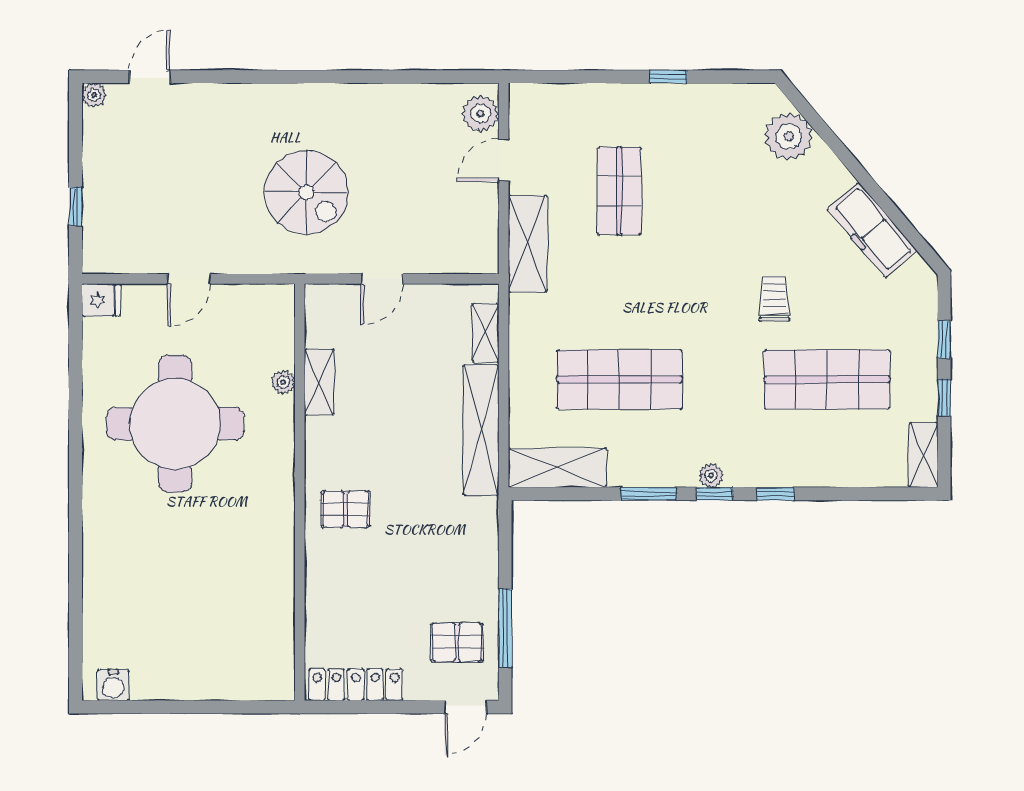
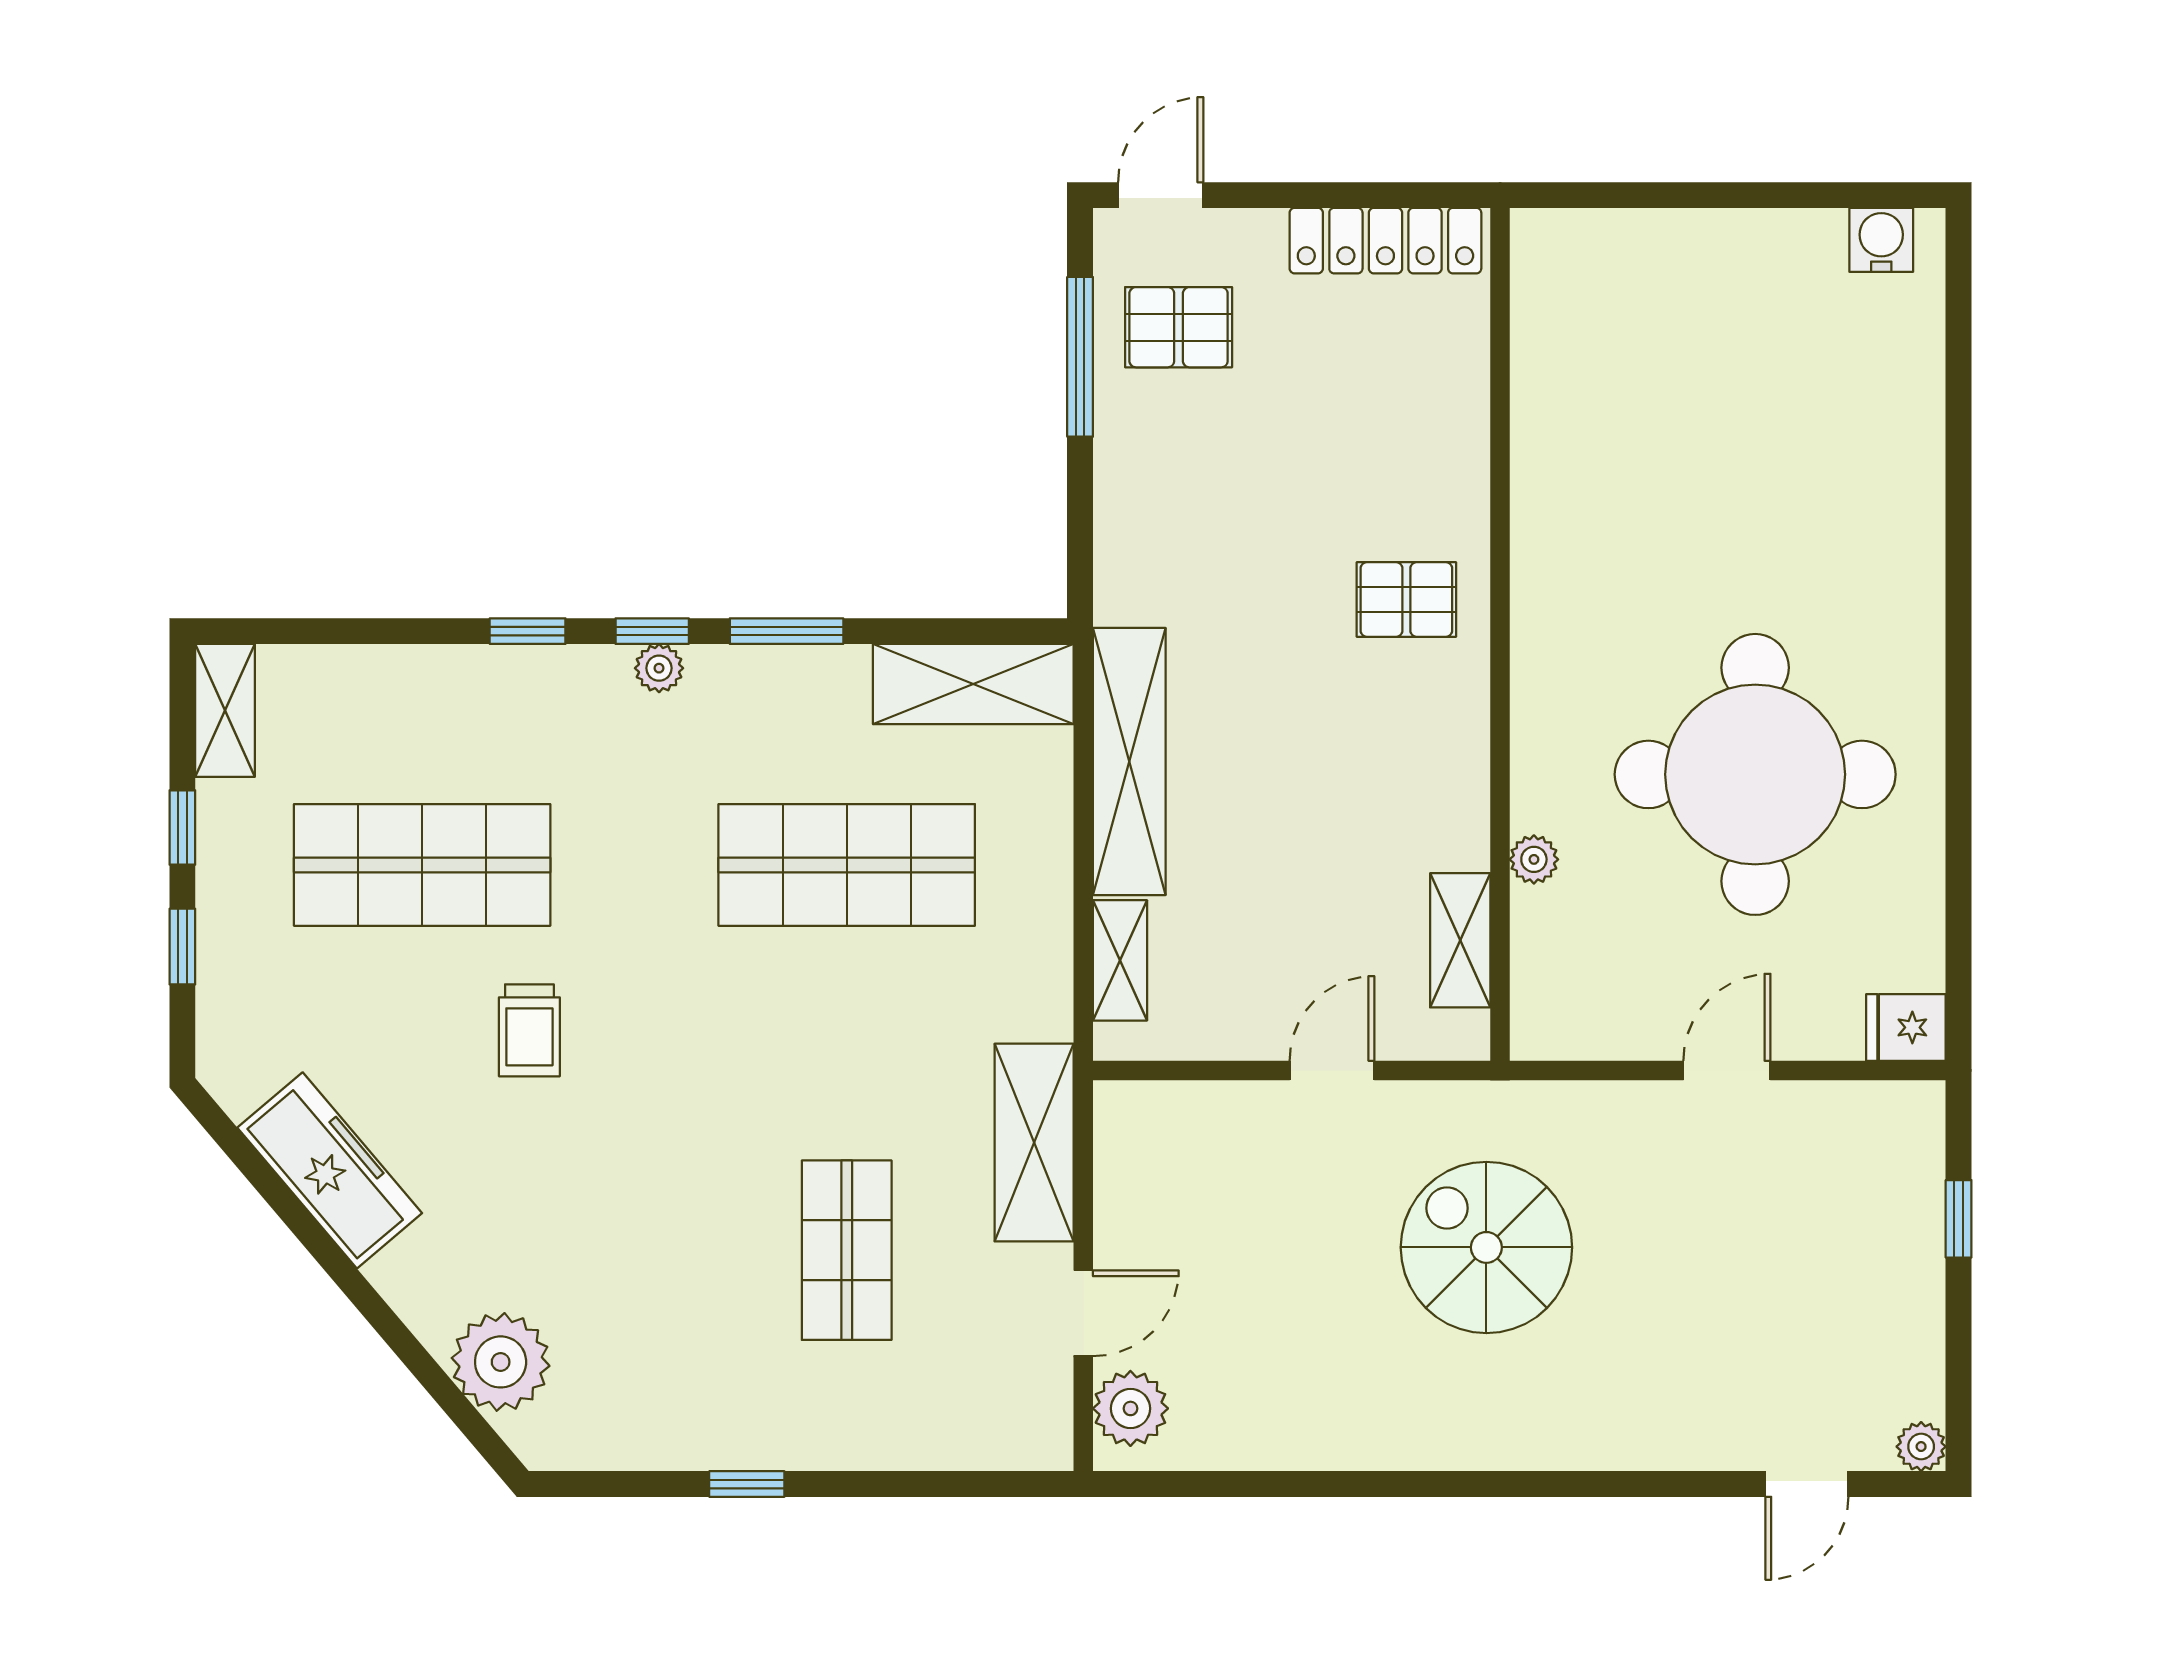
shelving: (319, 382) -> (1460, 940), moved

